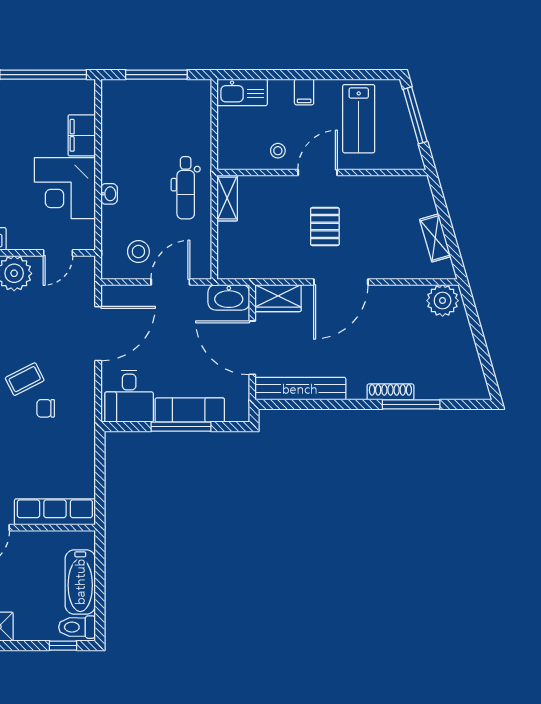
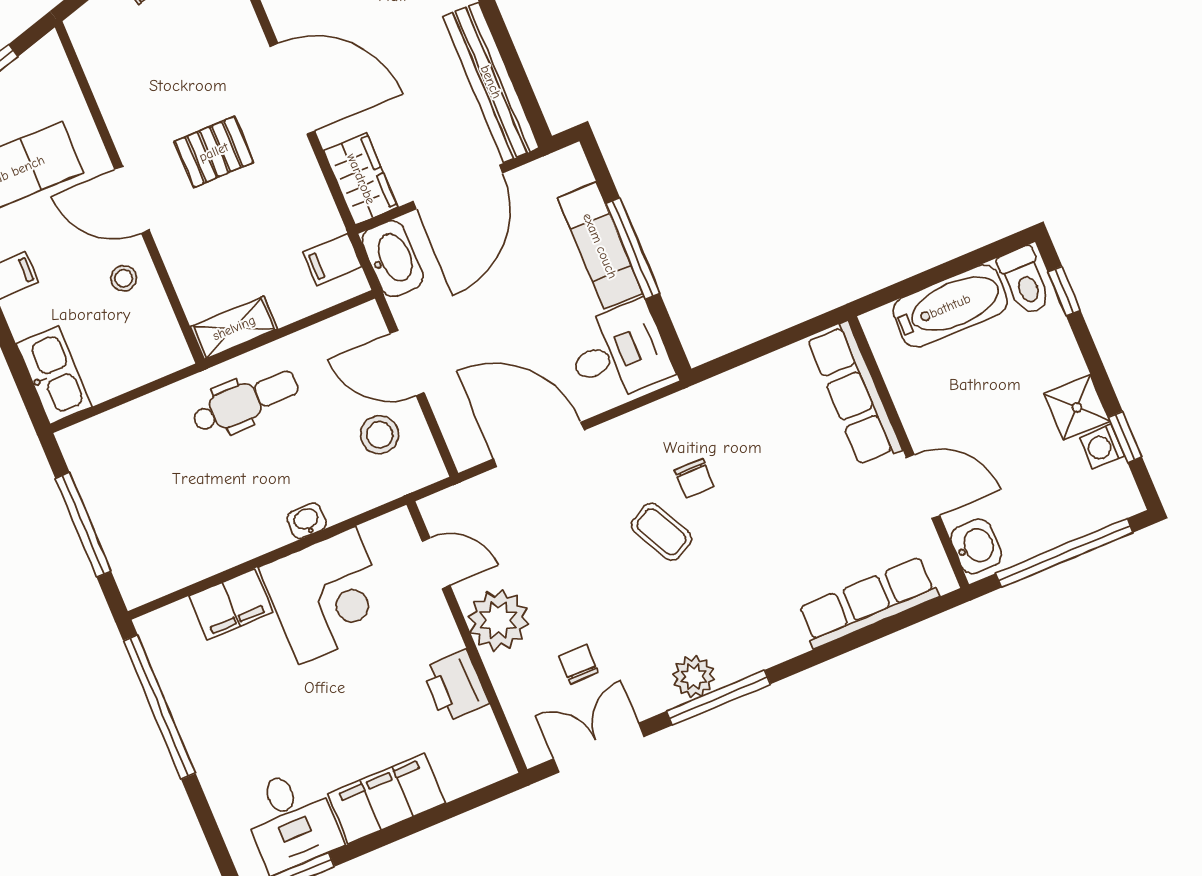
filing cabinet: (242, 265) -> (332, 260), added

